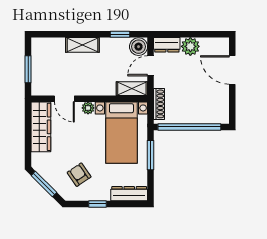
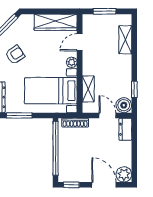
shelving: (82, 45) -> (125, 40), moved
plant: (190, 46) -> (124, 174), moved
door: (232, 70) -> (104, 185), hinge flipped
shelving: (132, 89) -> (88, 89), moved
window: (232, 108) -> (71, 185), added
window: (151, 155) -> (19, 115), moved

